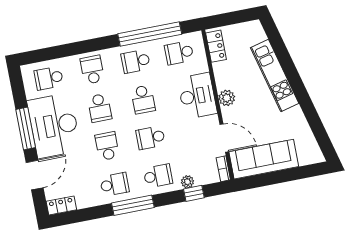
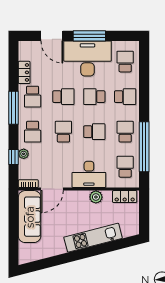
plant: (227, 98) -> (96, 197), moved
school desk: (143, 99) -> (94, 132), turned 180
locker: (61, 206) -> (24, 72), moved

